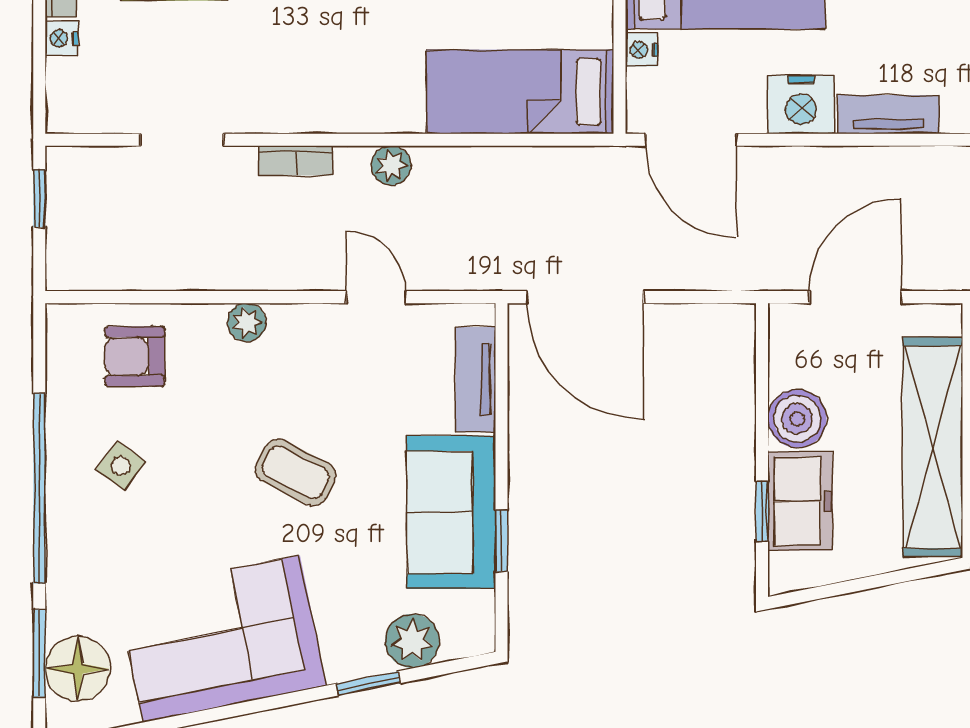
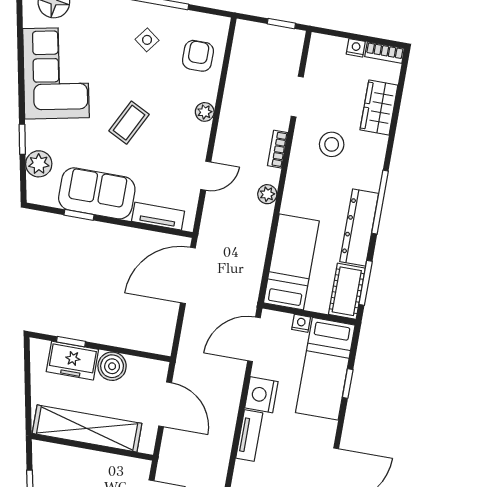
stool: (267, 52) -> (332, 144), added

